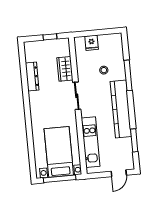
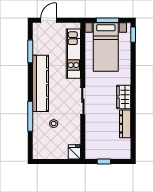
fridge: (92, 43) -> (74, 152), moved
wardrobe: (65, 69) -> (124, 97), moved, turned 180
window: (33, 167) -> (133, 35), added
window: (60, 179) -> (108, 20), width x0.69

